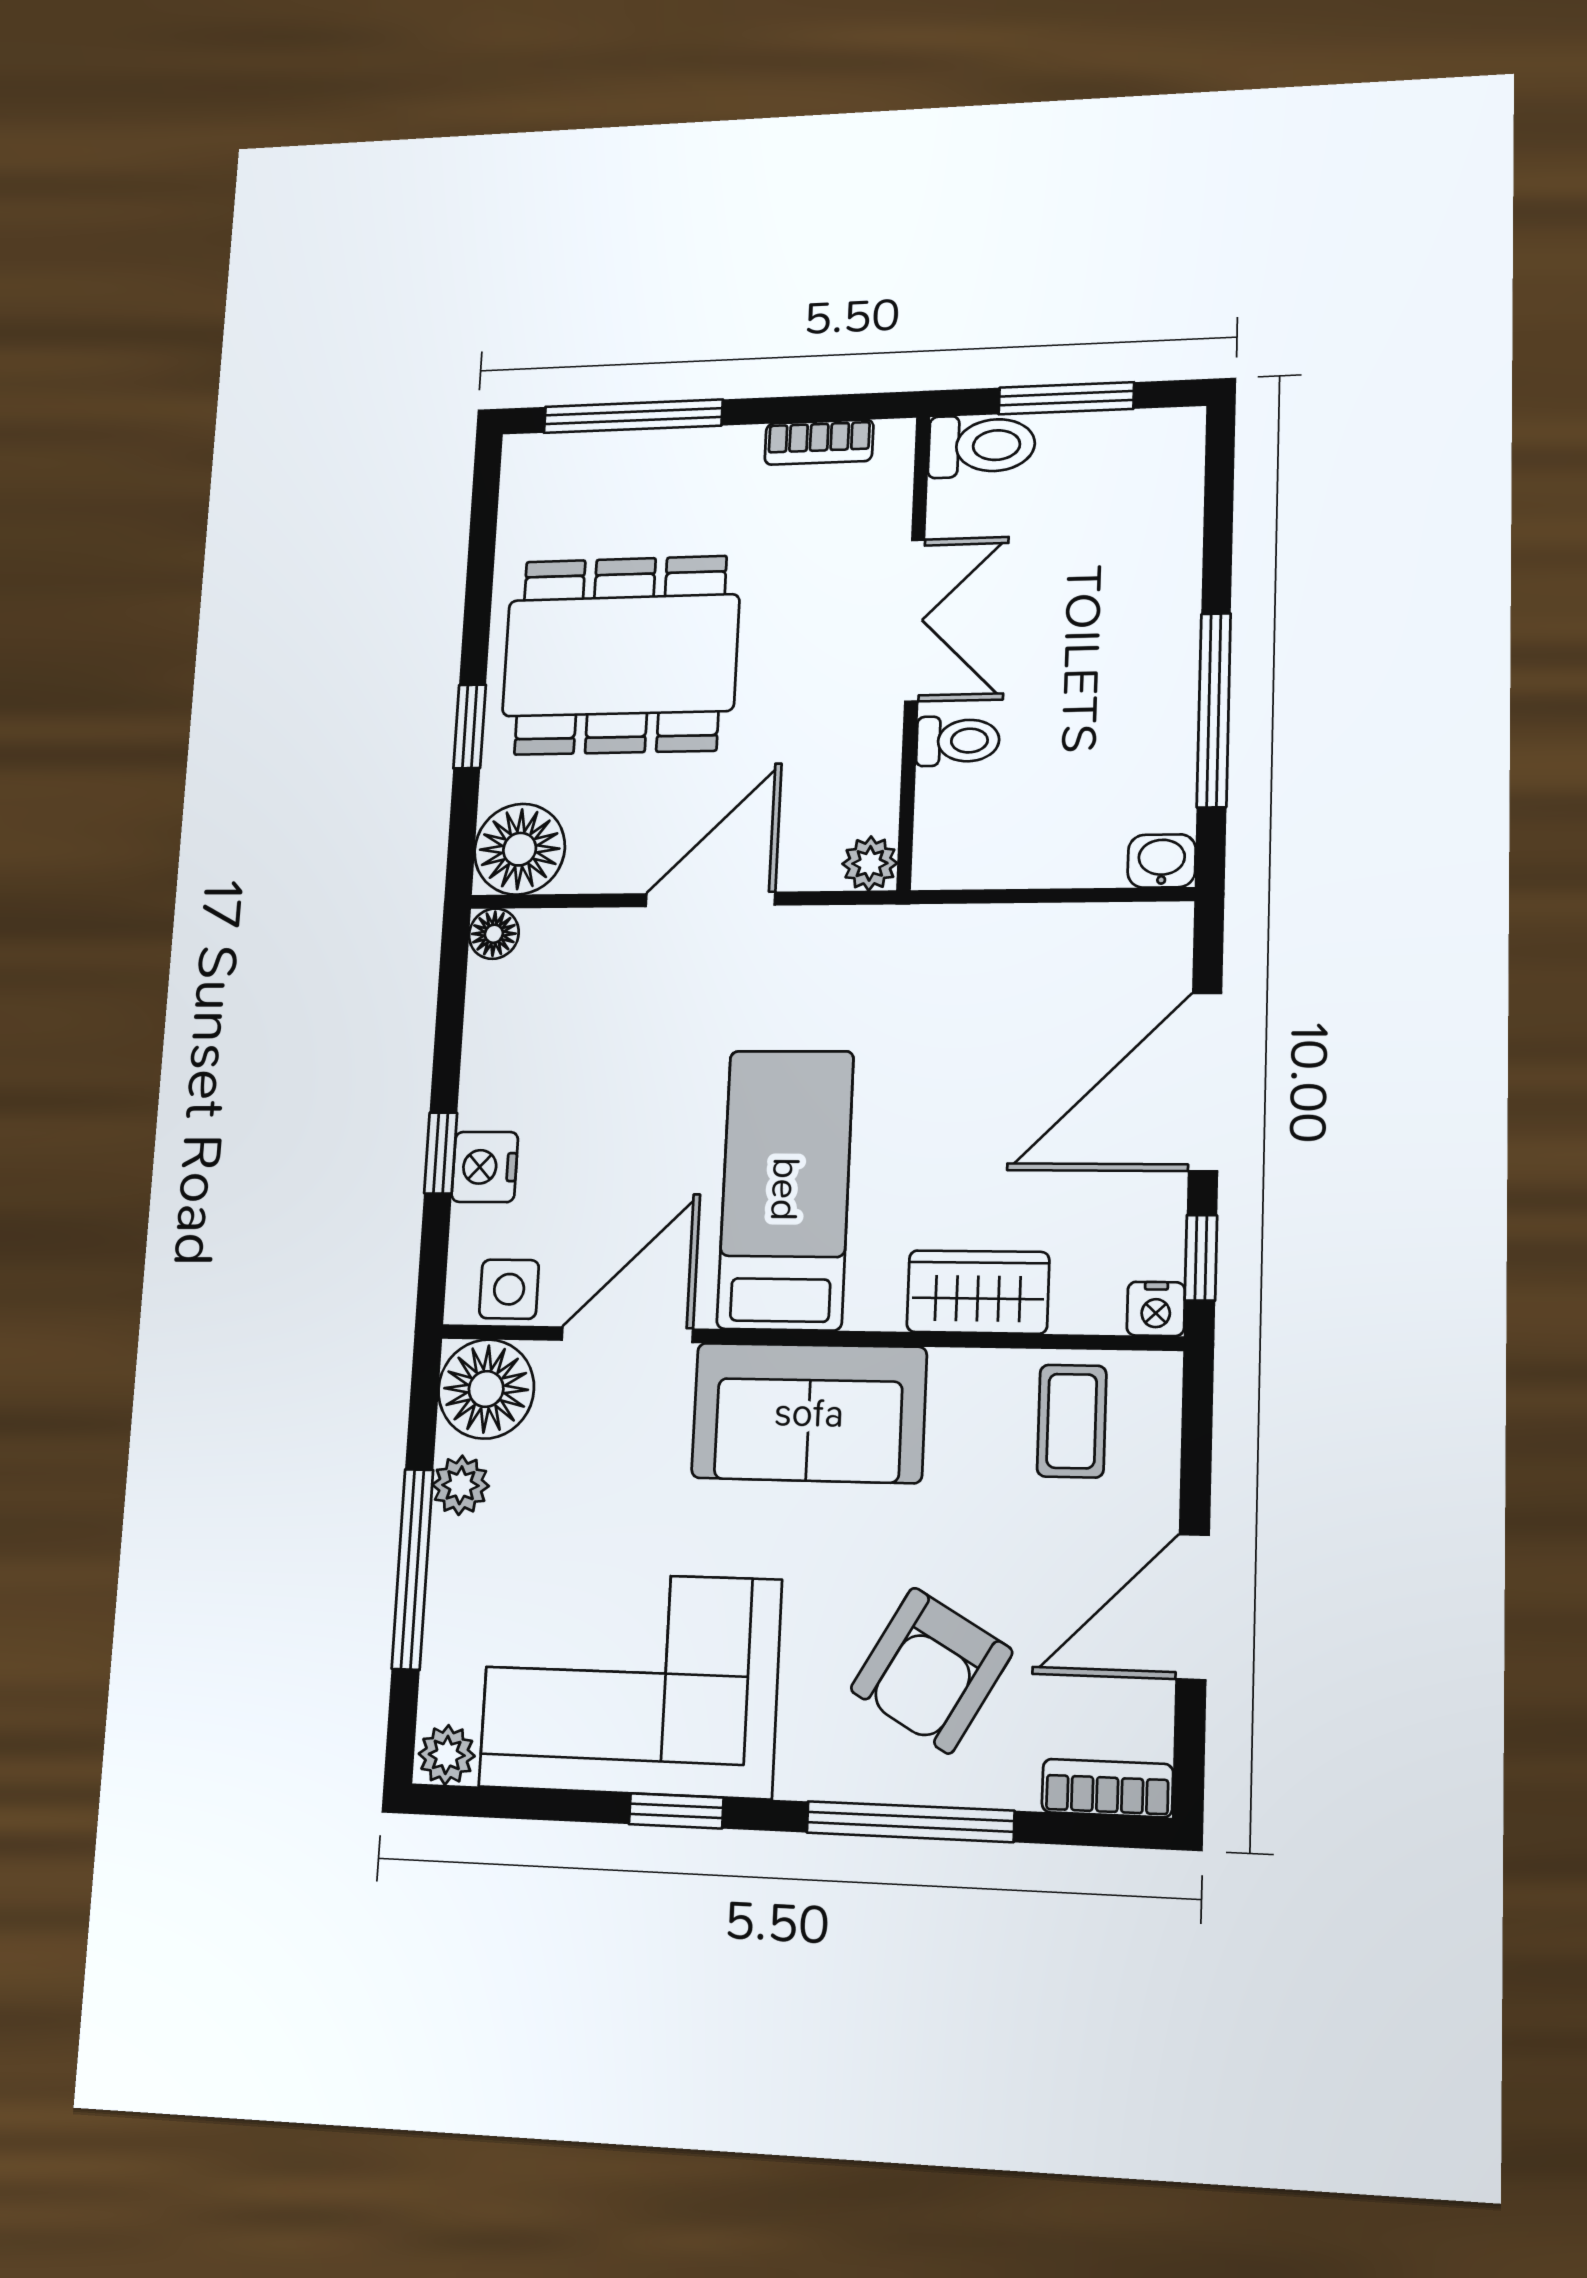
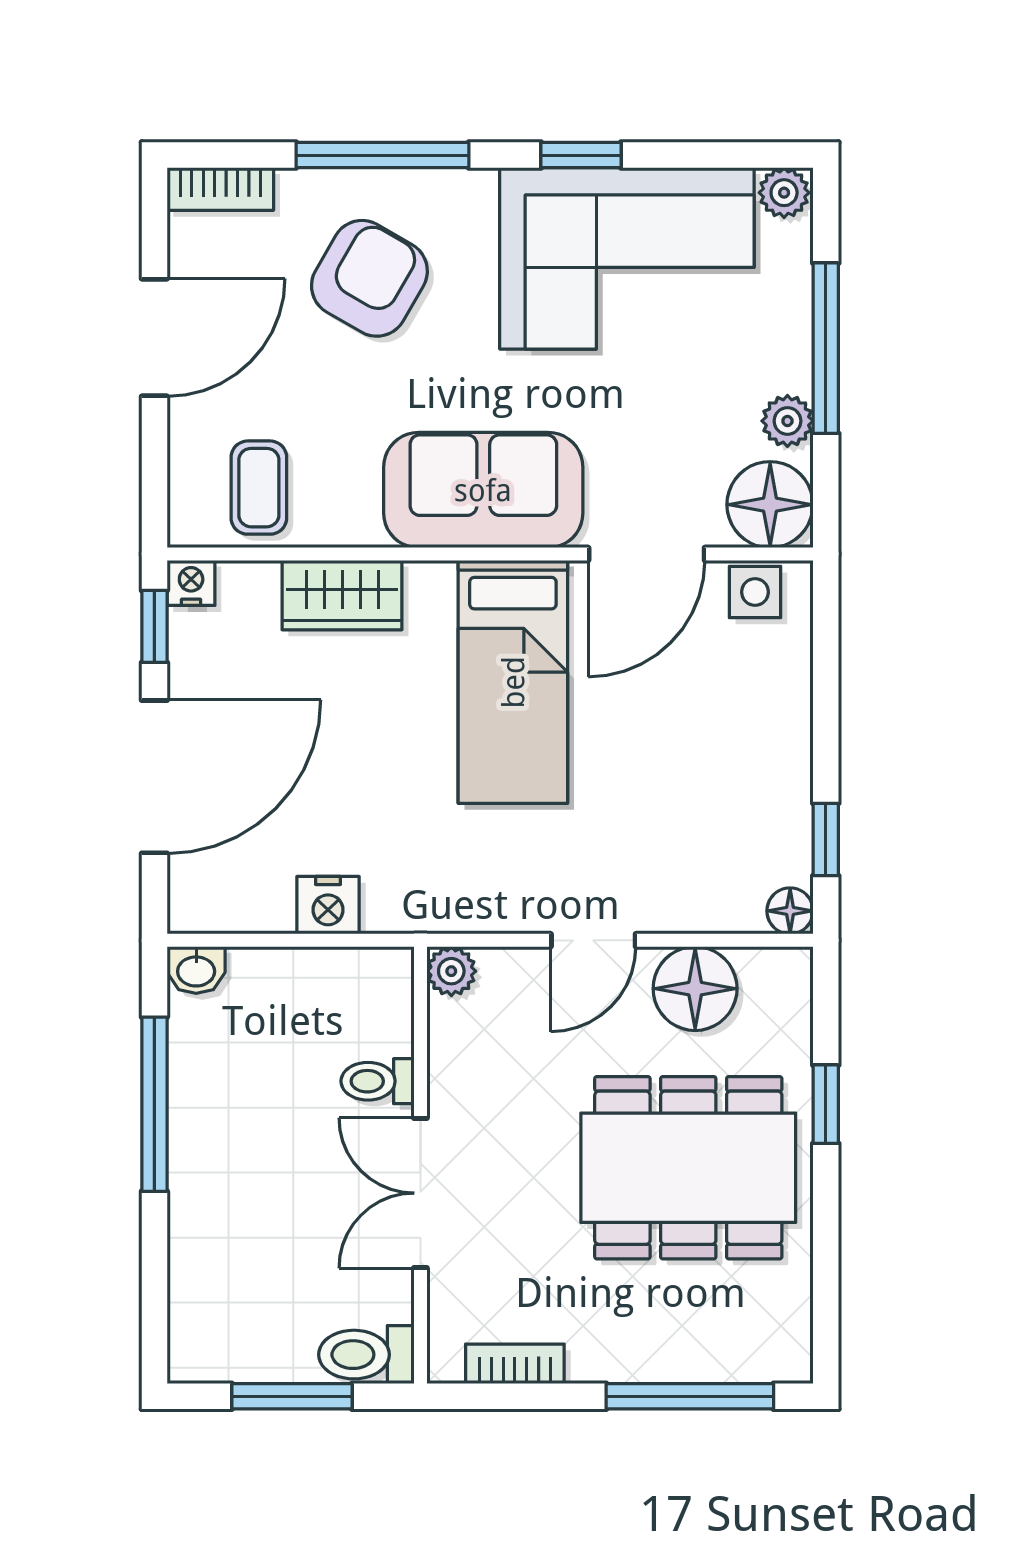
floor lamp: (520, 849) -> (695, 989), moved
door: (710, 899) -> (593, 940), width x0.73
window: (441, 1153) -> (826, 840), moved
nightstand: (485, 1167) -> (328, 905), moved, turned 90

